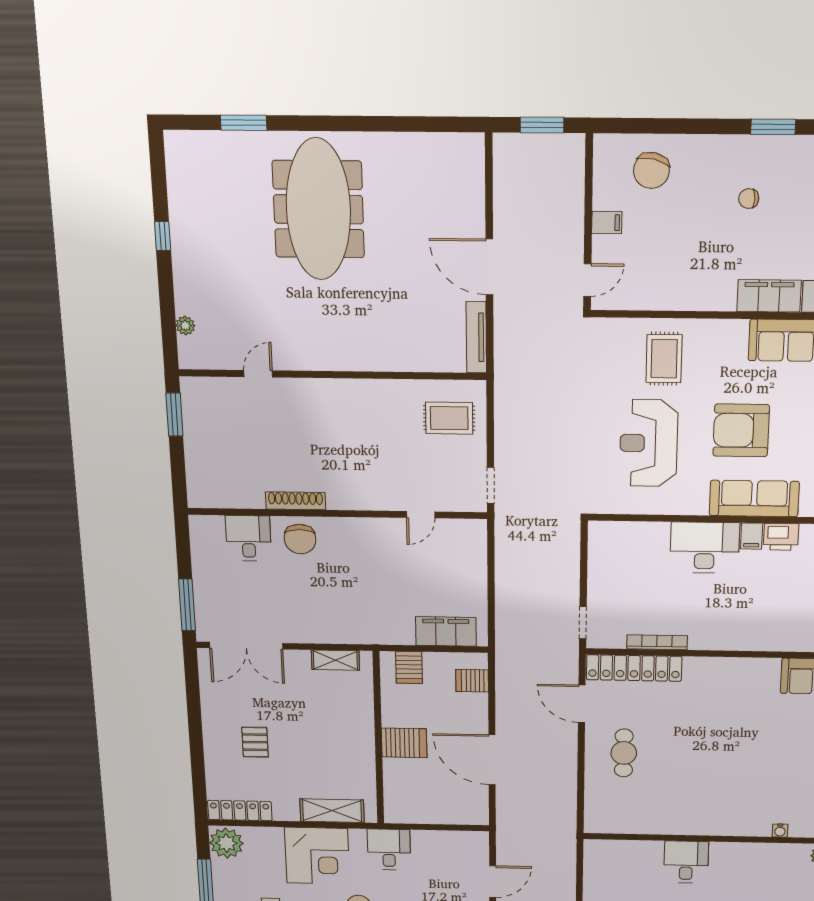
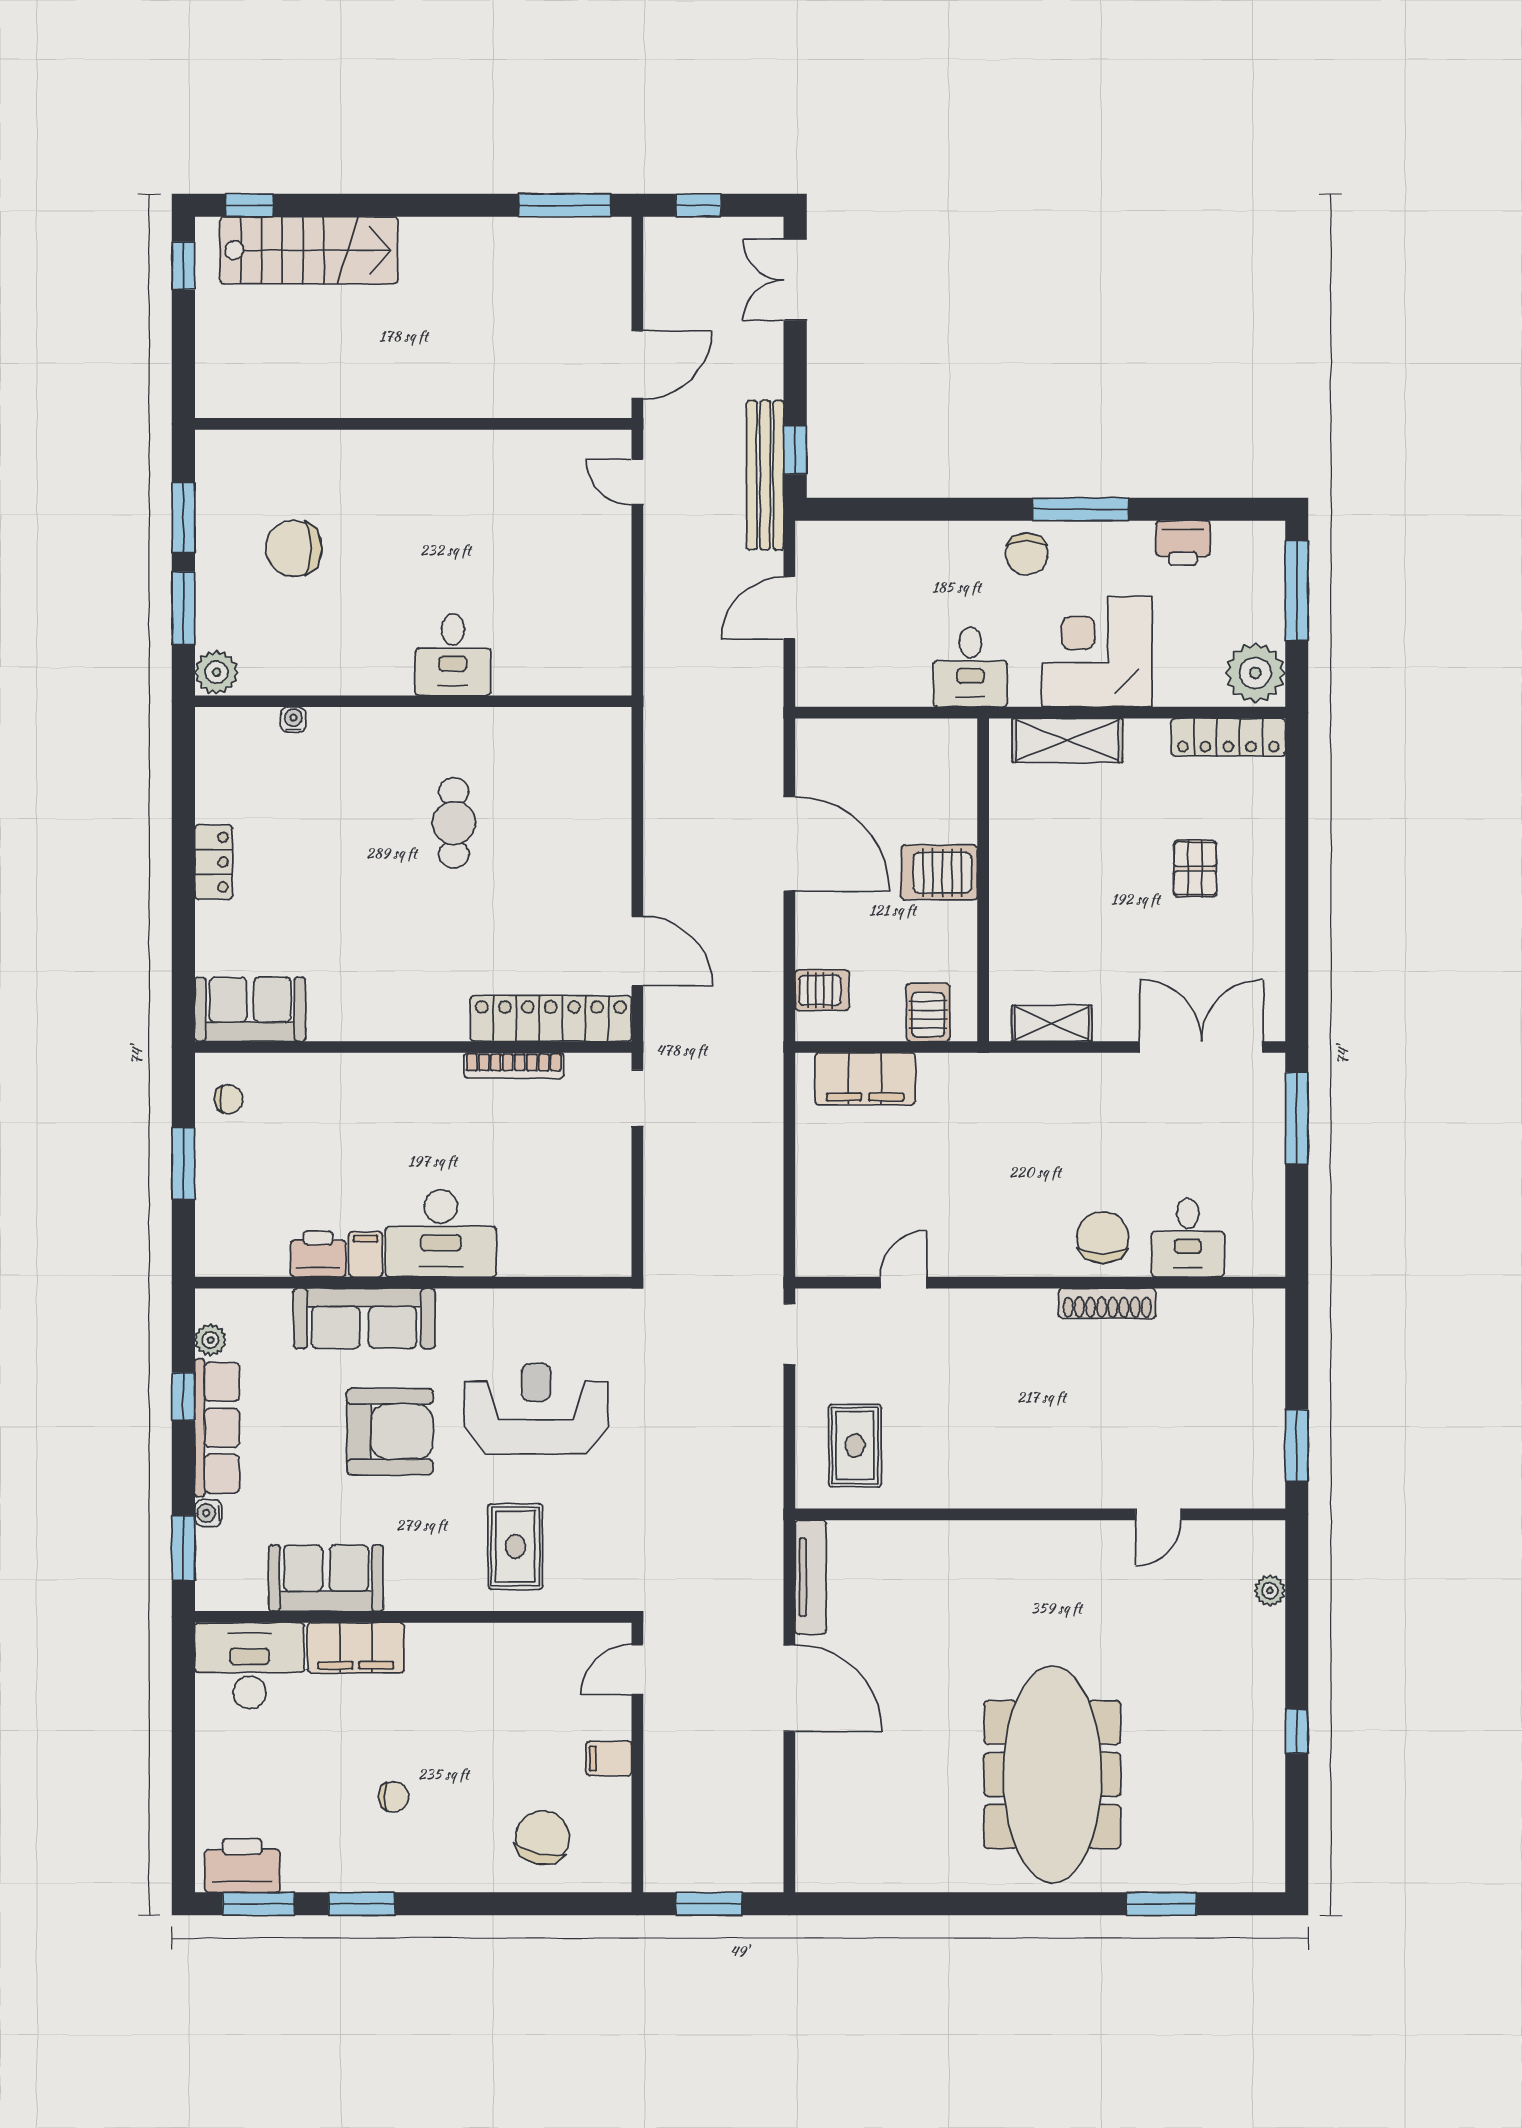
rug: (449, 418) -> (855, 1446), turned 90
reception desk: (649, 443) -> (536, 1409), turned -90
cafe table: (624, 753) -> (454, 823), moved

